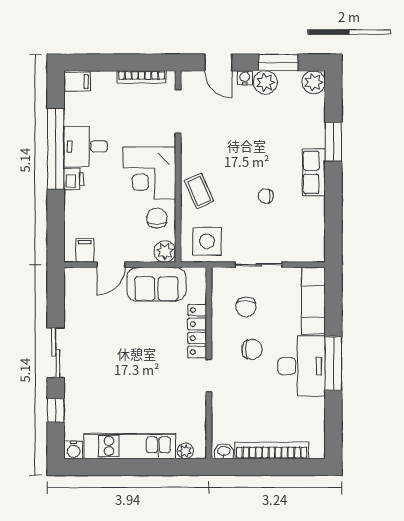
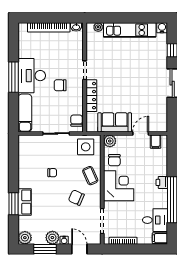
desk: (86, 146) -> (155, 220), moved
chair: (223, 152) -> (76, 198), added
row of seats: (314, 172) -> (25, 202), moved
chair: (246, 307) -> (77, 121), moved

